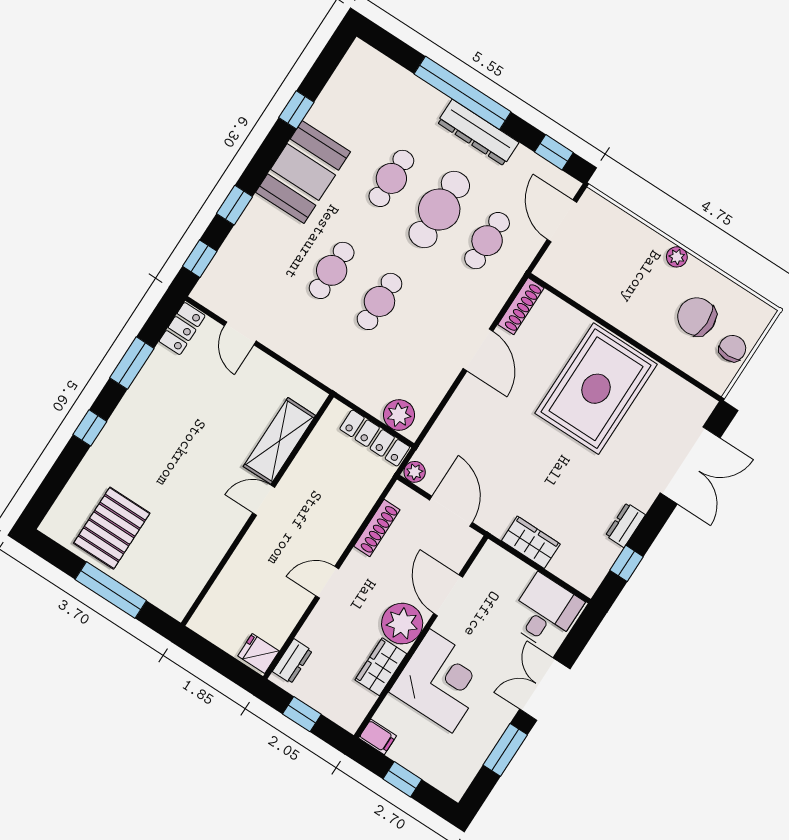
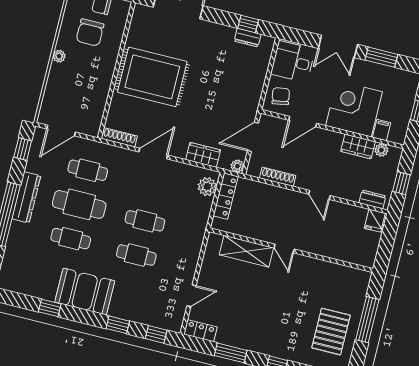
dresser: (625, 525) -> (248, 38), moved
pallet: (112, 528) -> (331, 332), turned 90
wardrobe: (531, 542) -> (203, 155), moved, turned 90
chair: (499, 575) -> (281, 96), added
plant: (402, 624) -> (381, 150), moved, width x0.53, depth x0.53
filing cabinet: (378, 737) -> (382, 130), moved

